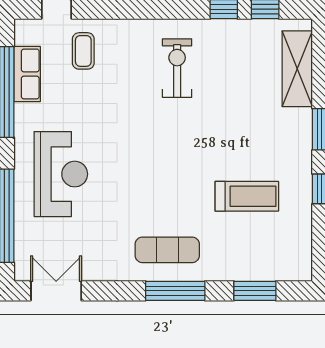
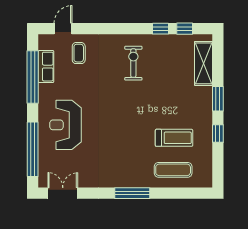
reception desk: (61, 174) -> (66, 125), turned 180
exercise mat: (167, 250) -> (173, 170), moved
window: (255, 291) -> (179, 193), removed

